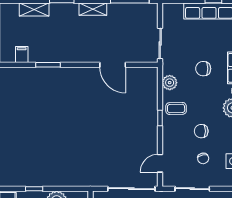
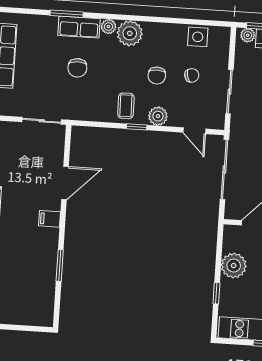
filing cabinet: (22, 55) -> (50, 219), moved
plant: (170, 83) -> (158, 116), moved

